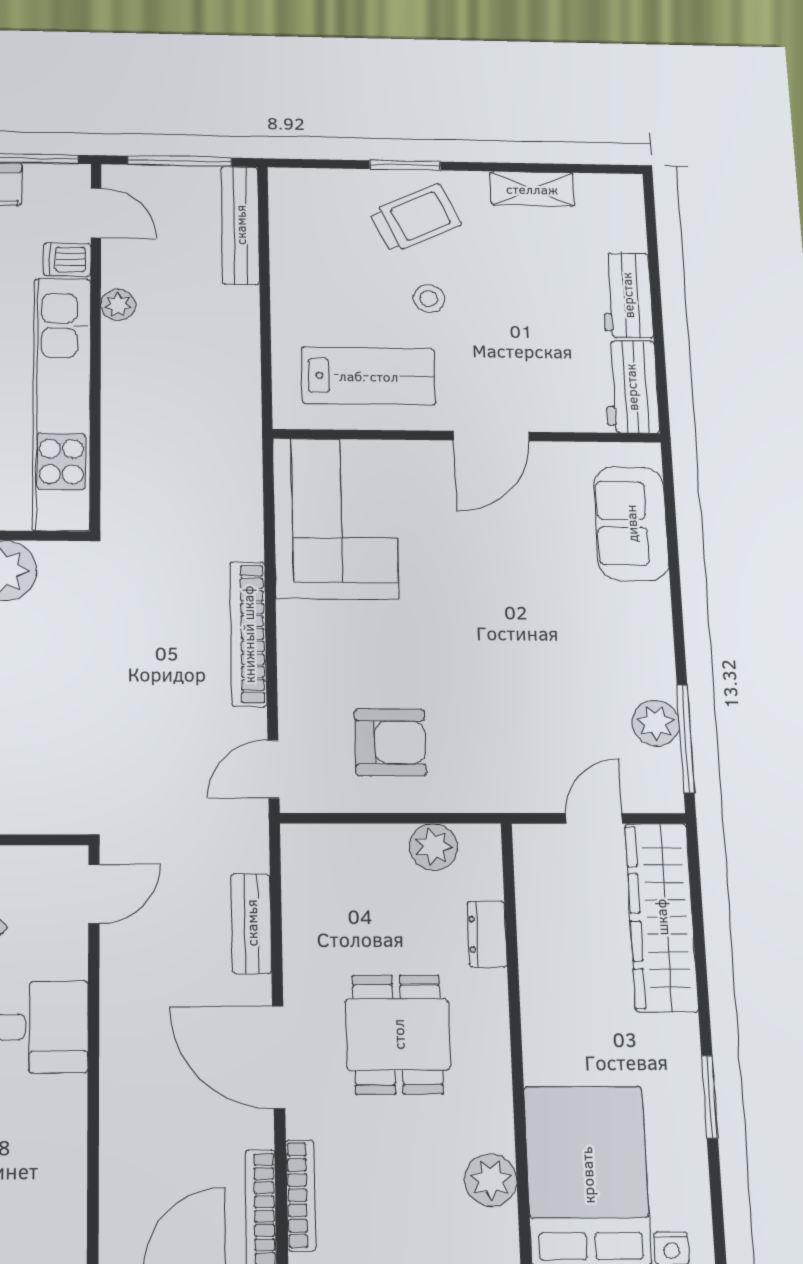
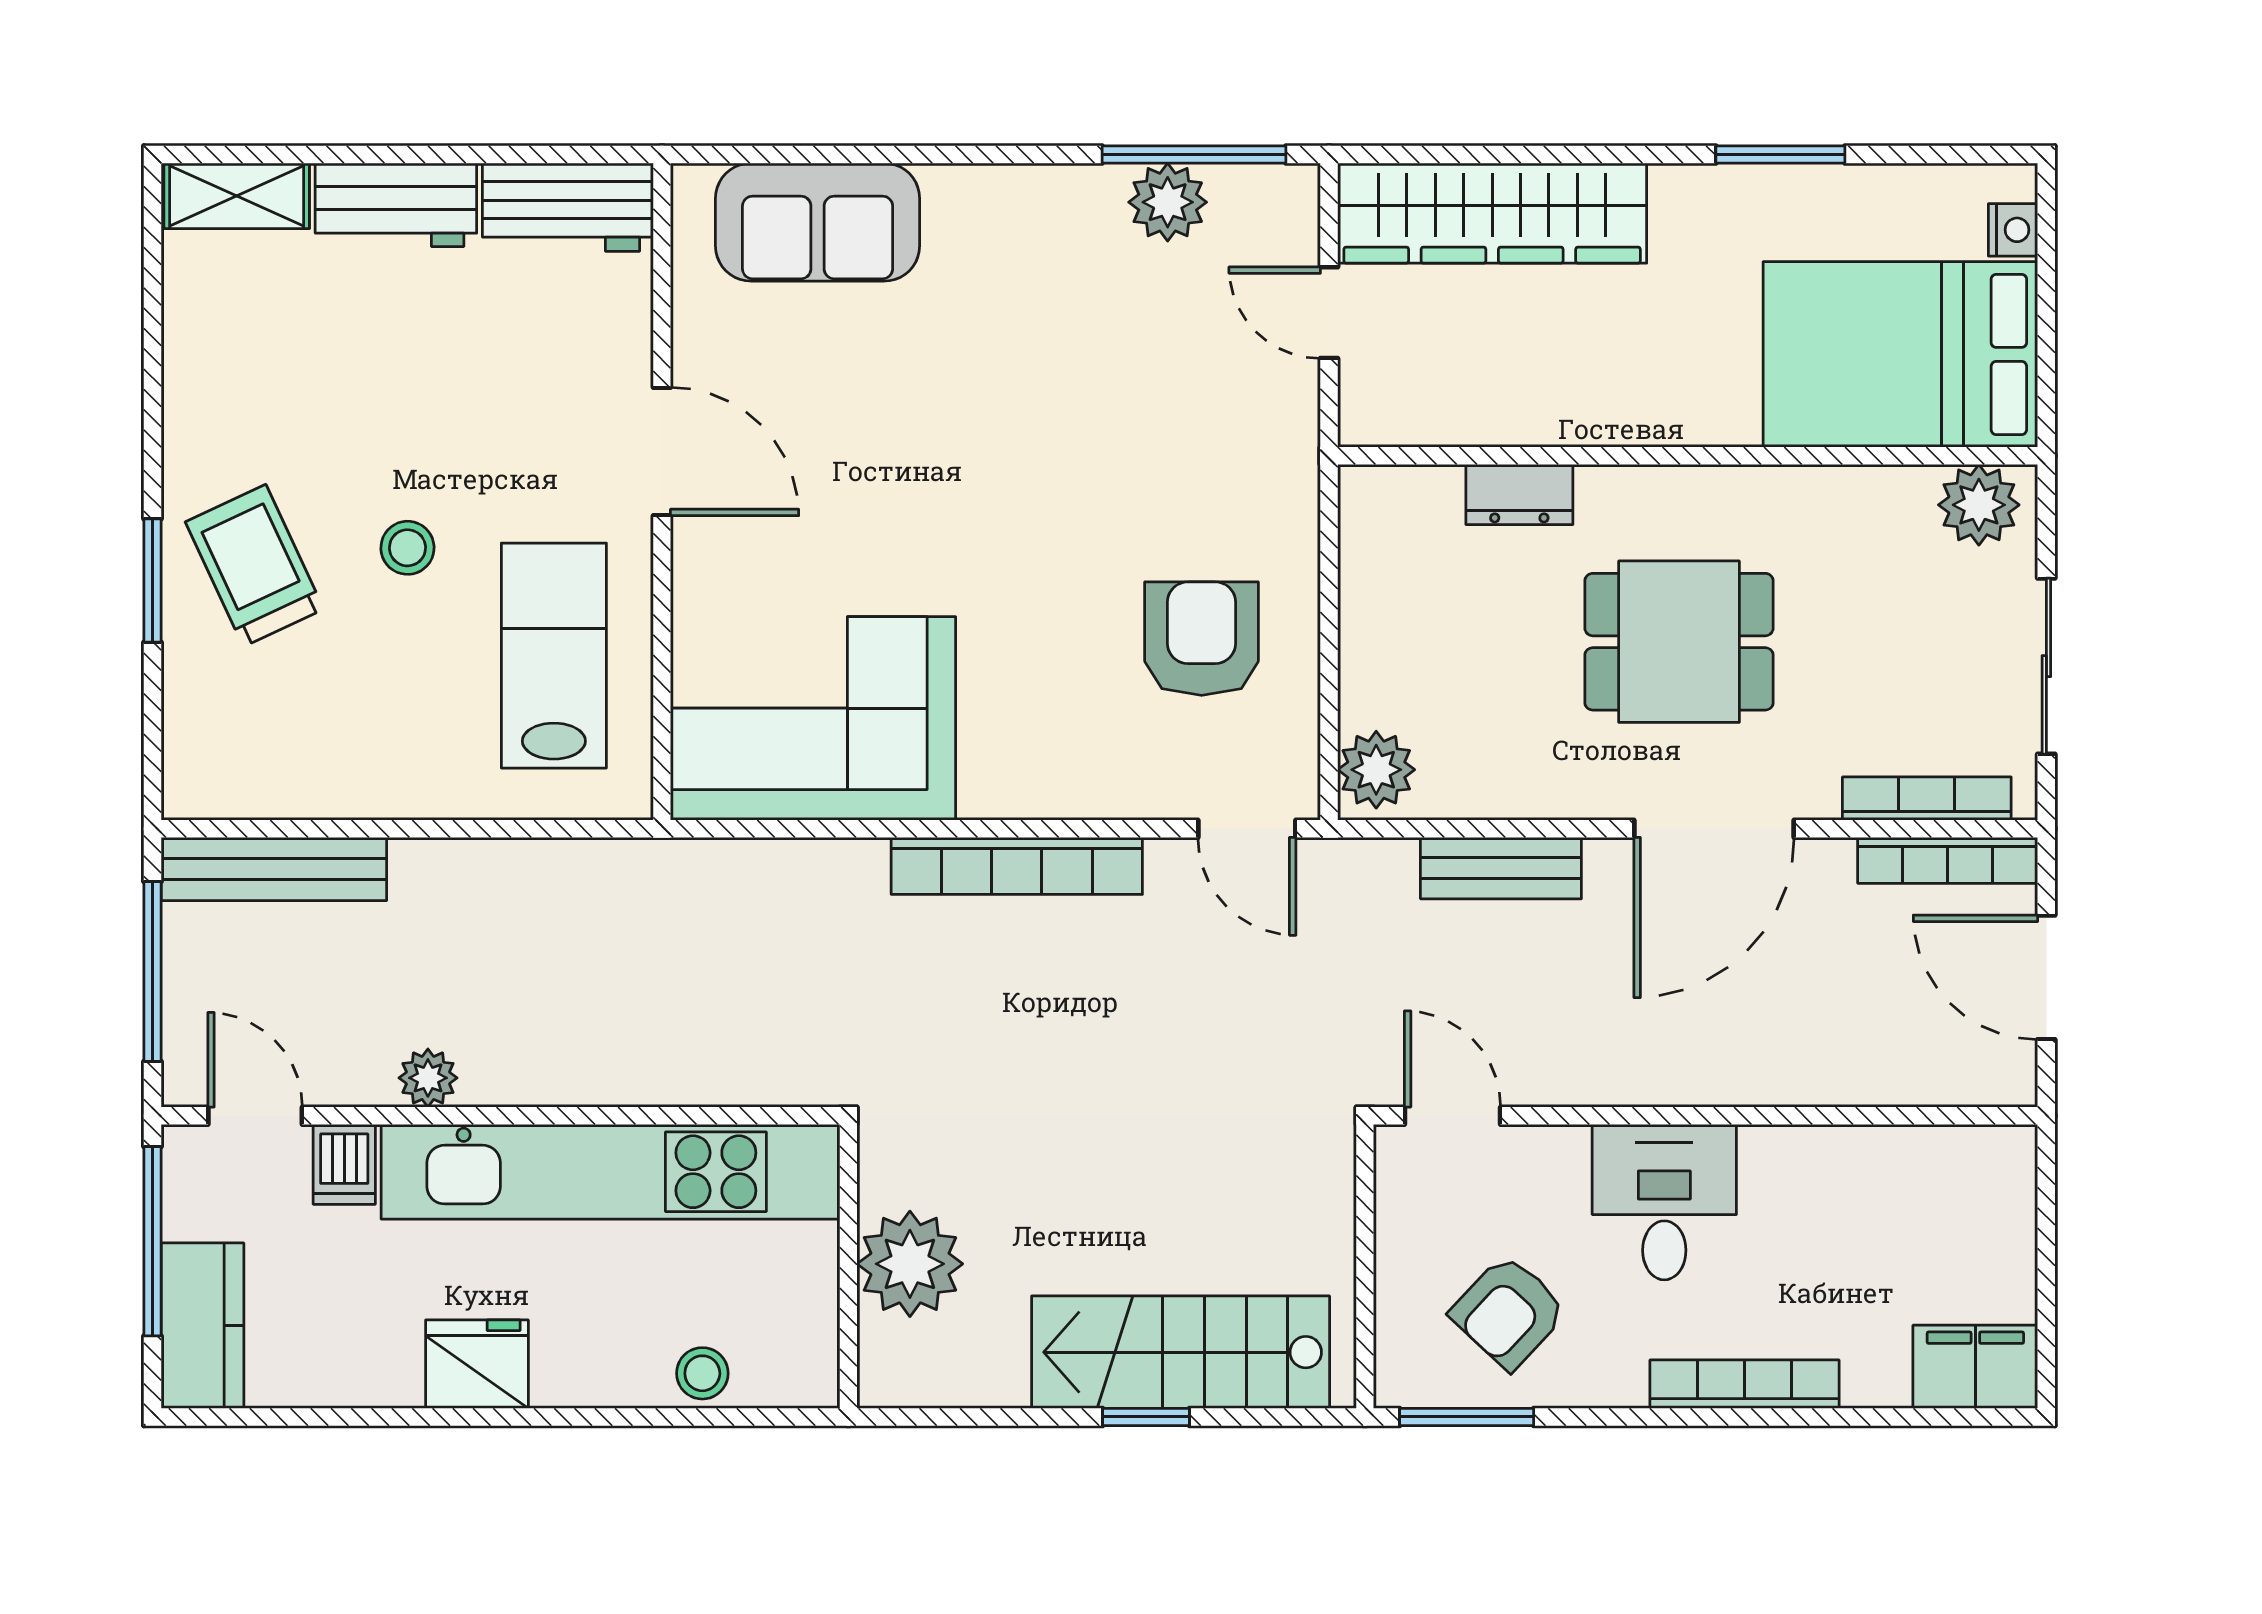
shelving: (532, 189) -> (237, 196), moved, turned 90
door: (96, 213) -> (255, 1116), hinge flipped
plant: (433, 847) -> (1376, 770), moved
plant: (491, 1180) -> (1979, 505), moved

